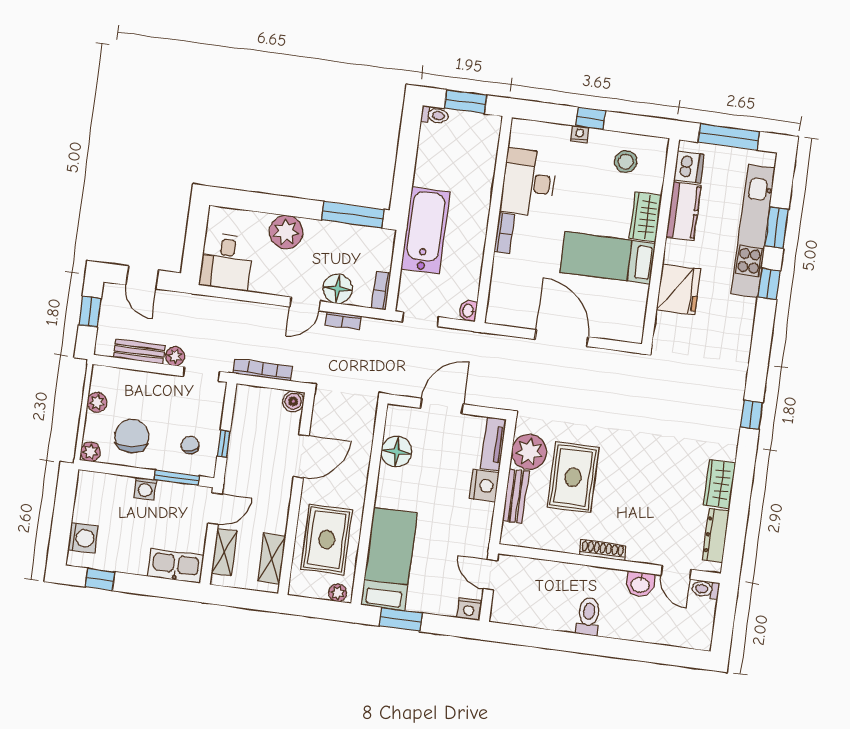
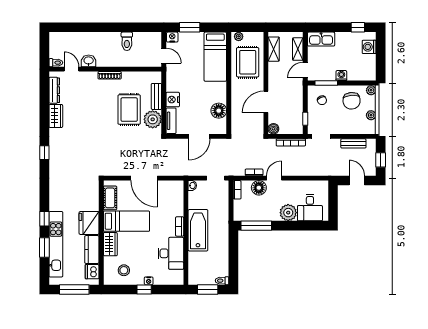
bathtub: (426, 230) -> (198, 230), moved, turned 180
desk: (226, 262) -> (310, 208), moved, turned 180
fridge: (679, 290) -> (89, 223), moved
cot: (634, 308) -> (110, 198), added
plant: (175, 356) -> (335, 143), removed
window: (224, 444) -> (305, 119), moved
toilet: (588, 616) -> (127, 41), moved
window: (401, 619) -> (190, 27), moved

